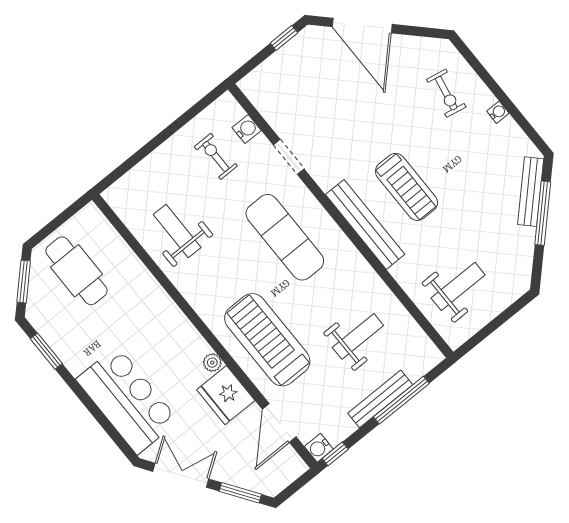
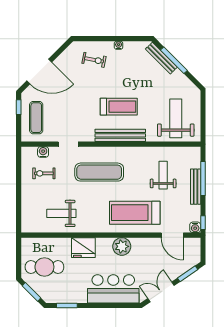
exercise mat: (290, 77) -> (36, 118), added
weight bench: (458, 286) -> (176, 118), width x1.36, depth x1.33
plant: (212, 363) -> (122, 246), width x1.88, depth x1.88
fridge: (226, 395) -> (83, 248), moved

